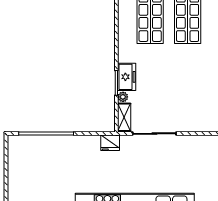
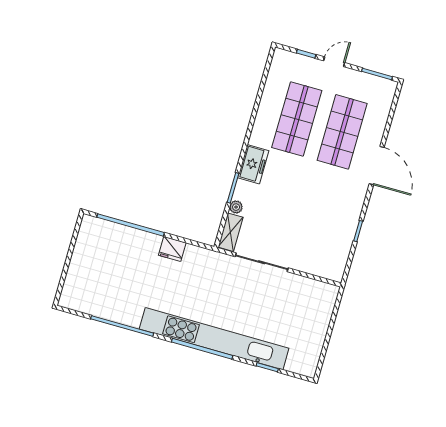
freezer: (127, 77) -> (253, 164), moved
fridge: (110, 143) -> (172, 249), moved

